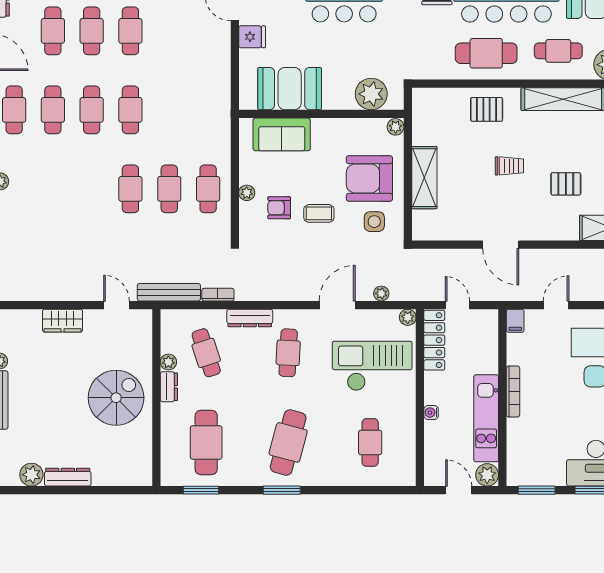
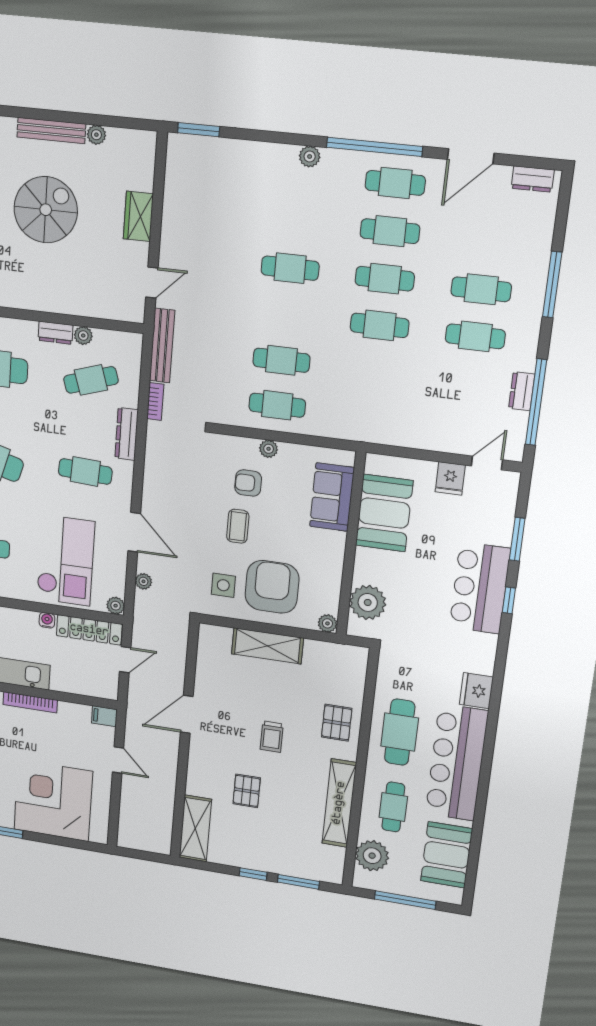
cafe table: (53, 31) -> (487, 241), removed
cafe table: (130, 189) -> (290, 268), moved
armchair: (279, 208) -> (248, 483), turned -90
spiral stairs: (116, 398) -> (46, 210), moved, turned -90
water cooler: (431, 413) -> (47, 620), moved

